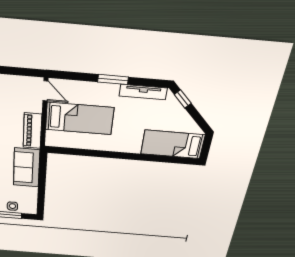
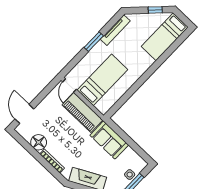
door: (45, 91) -> (70, 86), swing flipped
window: (183, 99) -> (155, 10), moved
piano: (32, 131) -> (82, 112), width x1.37, depth x1.33

